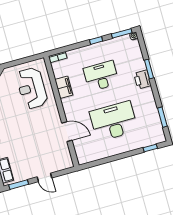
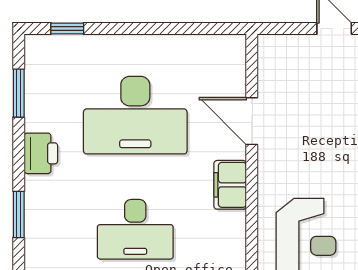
printer: (142, 79) -> (41, 153), moved
filing cabinet: (64, 87) -> (230, 185), moved

